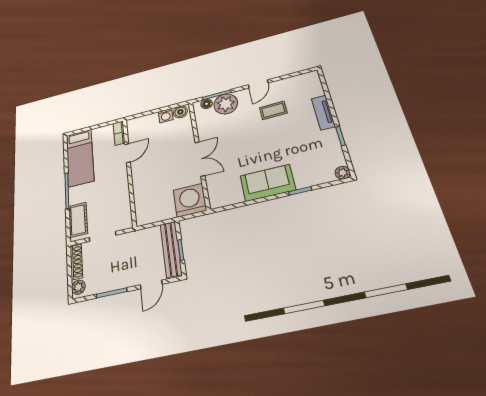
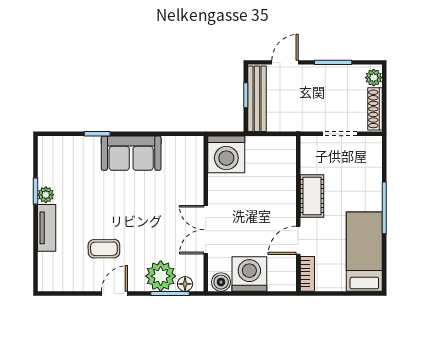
washing machine: (166, 116) -> (249, 274), width x1.89, depth x1.89
double door: (200, 159) -> (206, 230), moved
plant: (343, 173) -> (46, 195), moved
cot: (78, 220) -> (312, 196), moved

